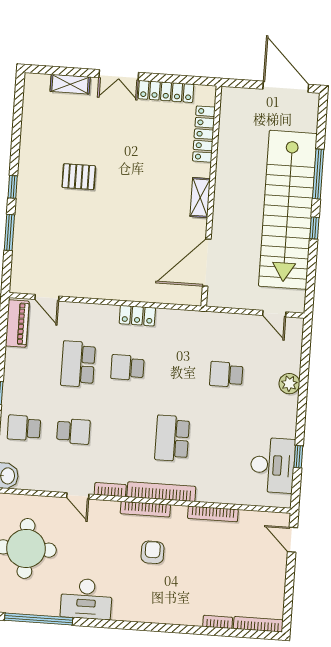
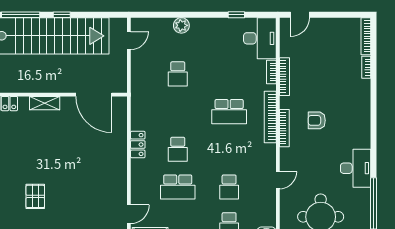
school desk: (73, 431) -> (229, 187), turned 180
desk: (273, 465) -> (260, 38), moved, turned 90
bookcase: (110, 490) -> (271, 72), moved

